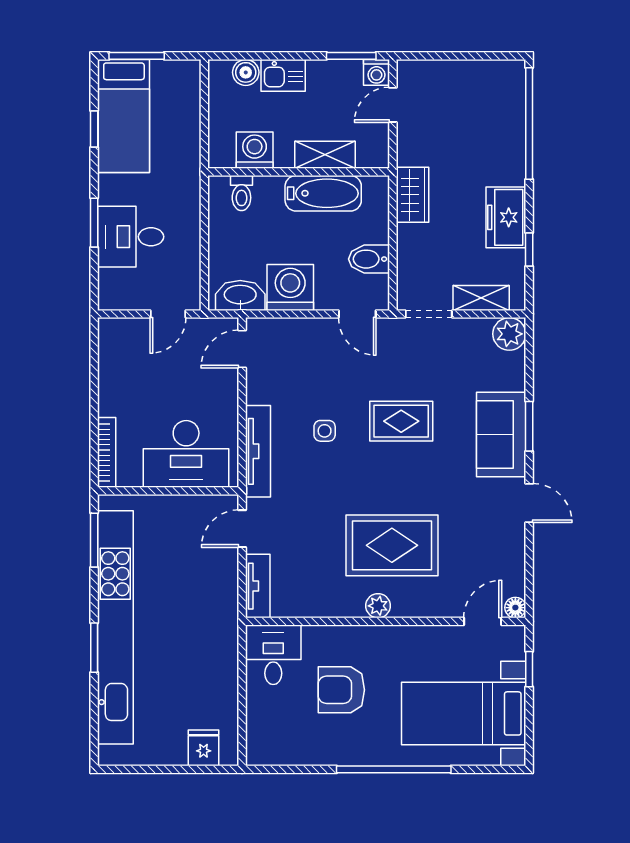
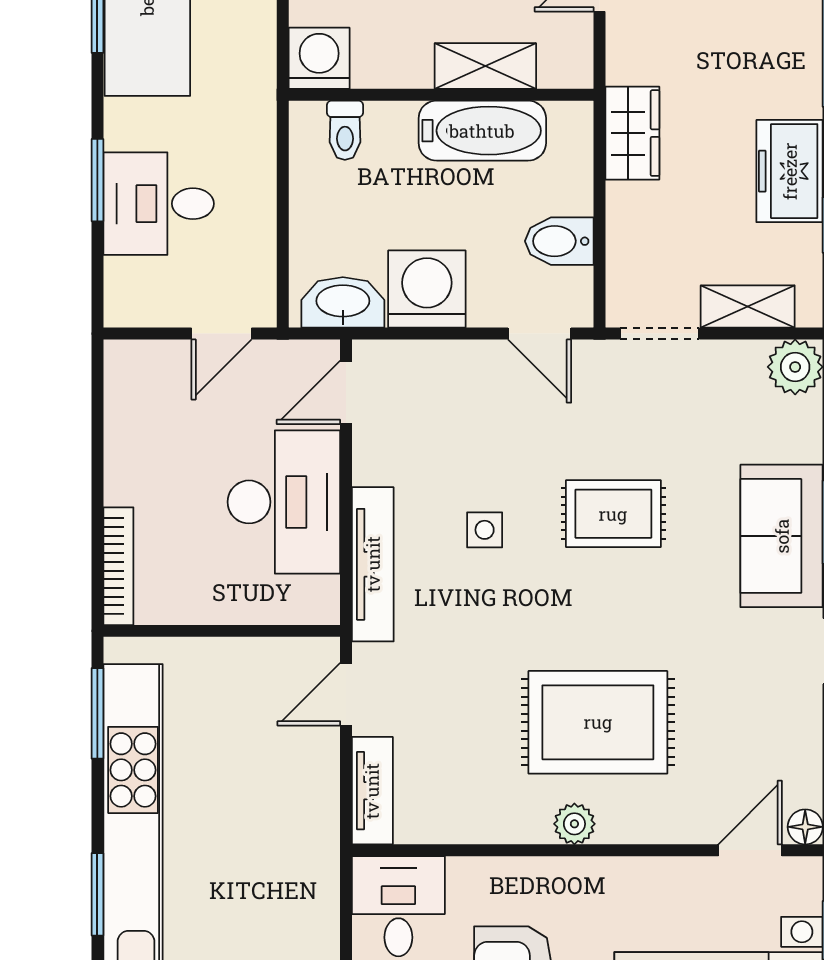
washing machine: (255, 150) -> (319, 58), moved
desk: (186, 454) -> (284, 502), moved, turned -90

